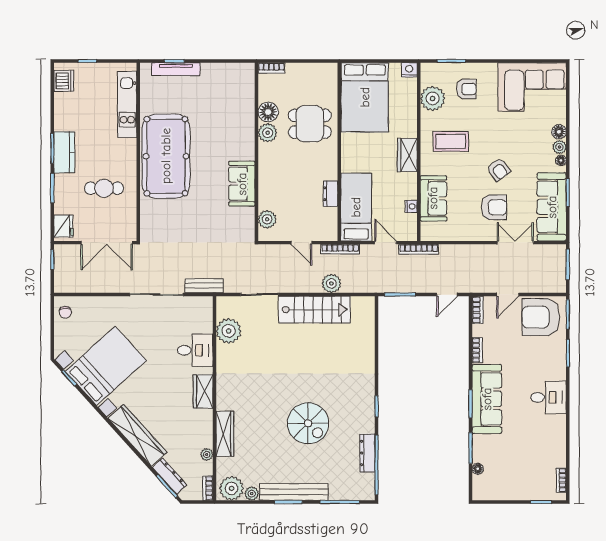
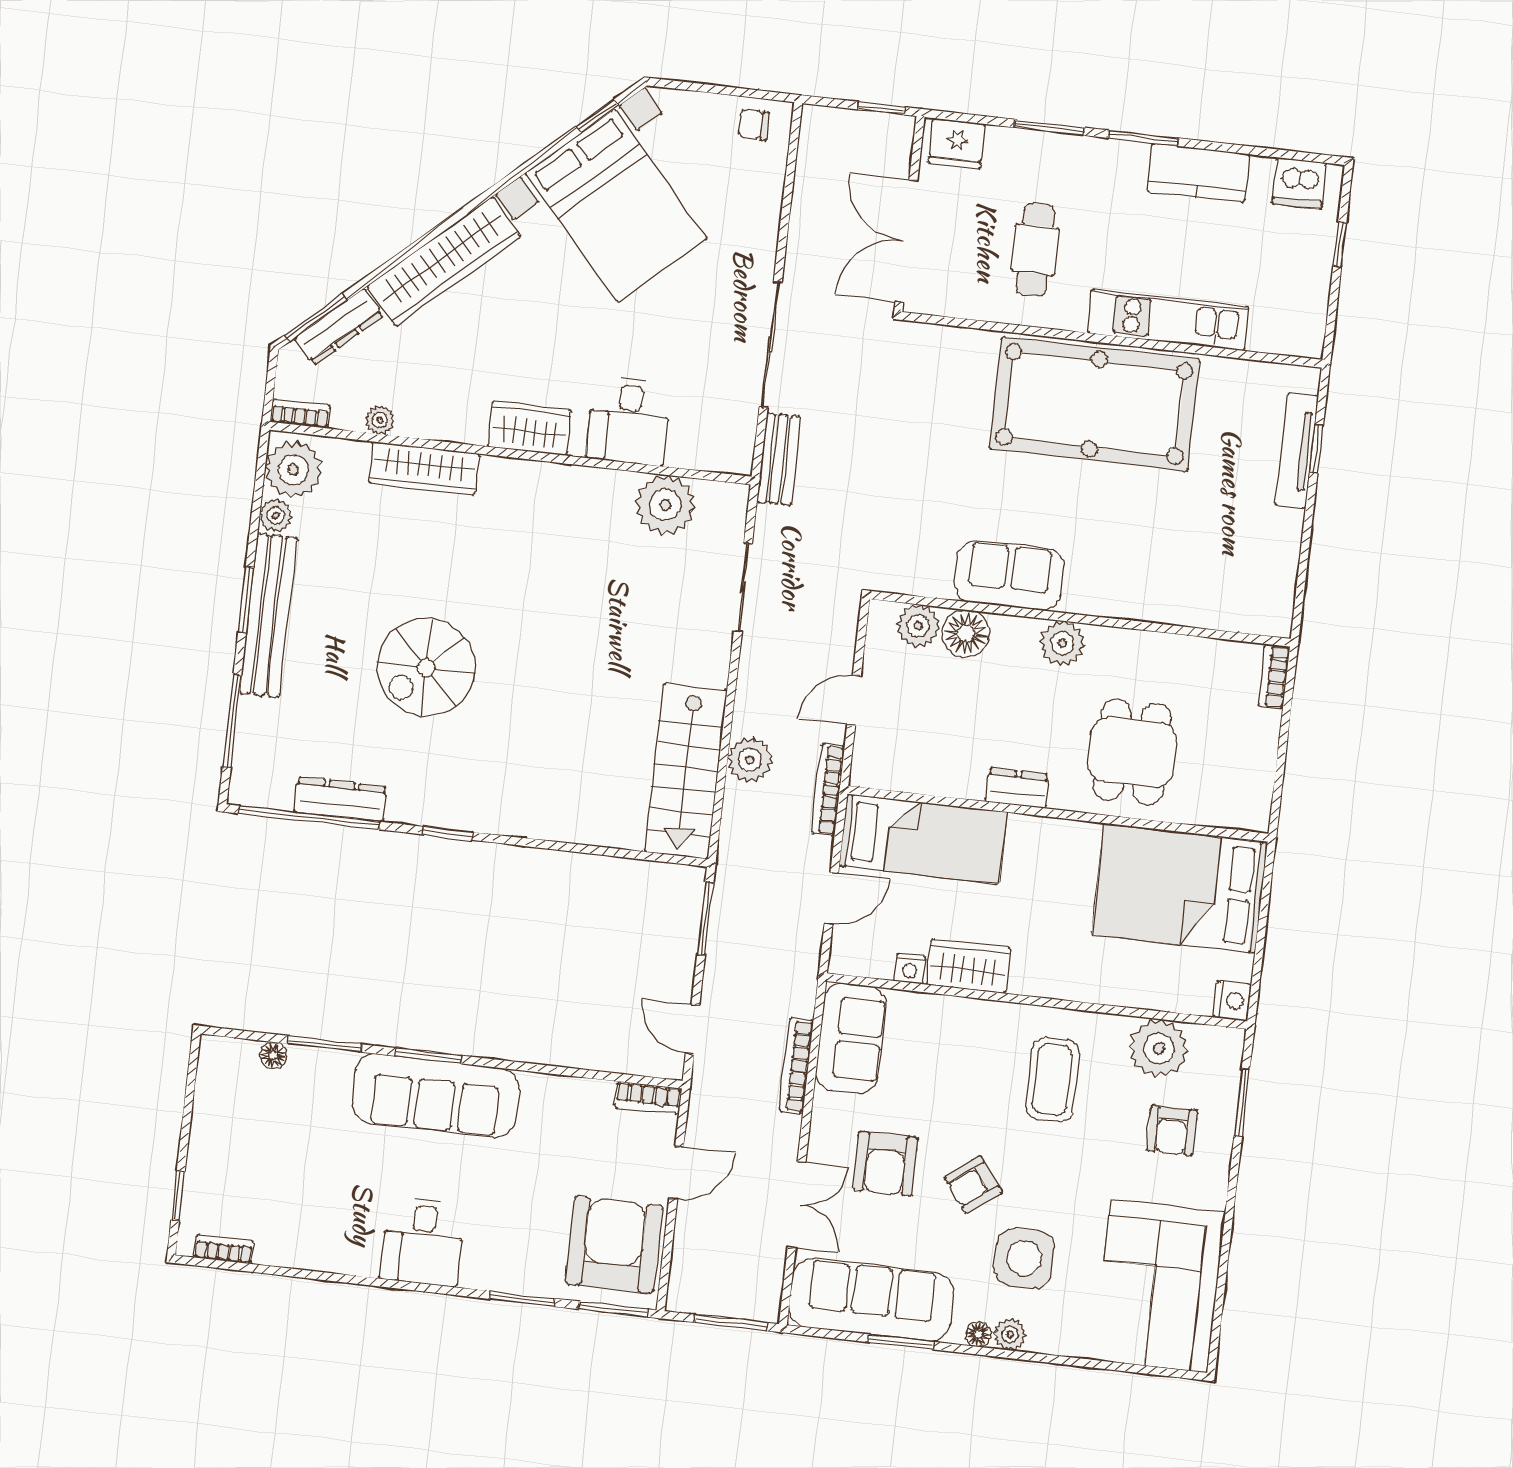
kitchen unit: (127, 104) -> (1168, 320), moved
floor lamp: (268, 112) -> (966, 634), moved
floor lamp: (559, 132) -> (1046, 1337), removed
plant: (268, 133) -> (1062, 643), moved
side table: (527, 145) -> (1024, 1258), added
kitchen counter: (64, 152) -> (1198, 173), moved
wardrobe: (407, 155) -> (968, 966), moved
dresser: (330, 194) -> (1017, 788), moved
sofa: (433, 198) -> (851, 1038), moved, turned -90
bookcase: (419, 249) -> (796, 1066), moved
door: (508, 295) -> (676, 1173), swing flipped
stairs: (314, 310) -> (686, 771), moved
bookcase: (477, 350) -> (553, 1086), removed

